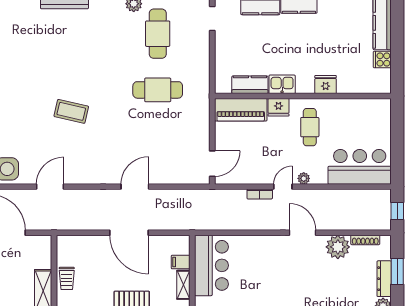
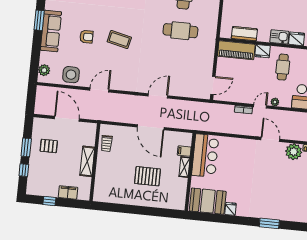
kitchen sink: (282, 84) -> (279, 37), moved
armchair: (24, 112) -> (86, 37), added
trolley: (67, 278) -> (107, 143), moved

